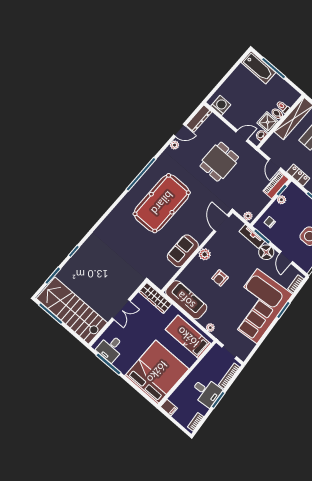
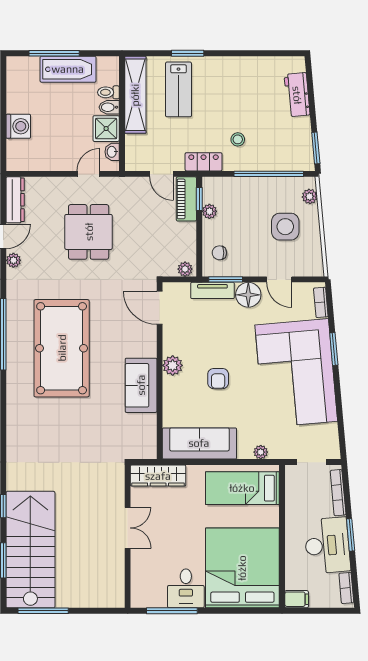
bathtub: (258, 67) -> (68, 69), moved
washing machine: (221, 105) -> (18, 126), moved, turned 90
stairs: (72, 311) -> (30, 550), moved, turned 90
desk: (111, 348) -> (186, 588), moved
desk: (206, 392) -> (327, 545), width x1.37

